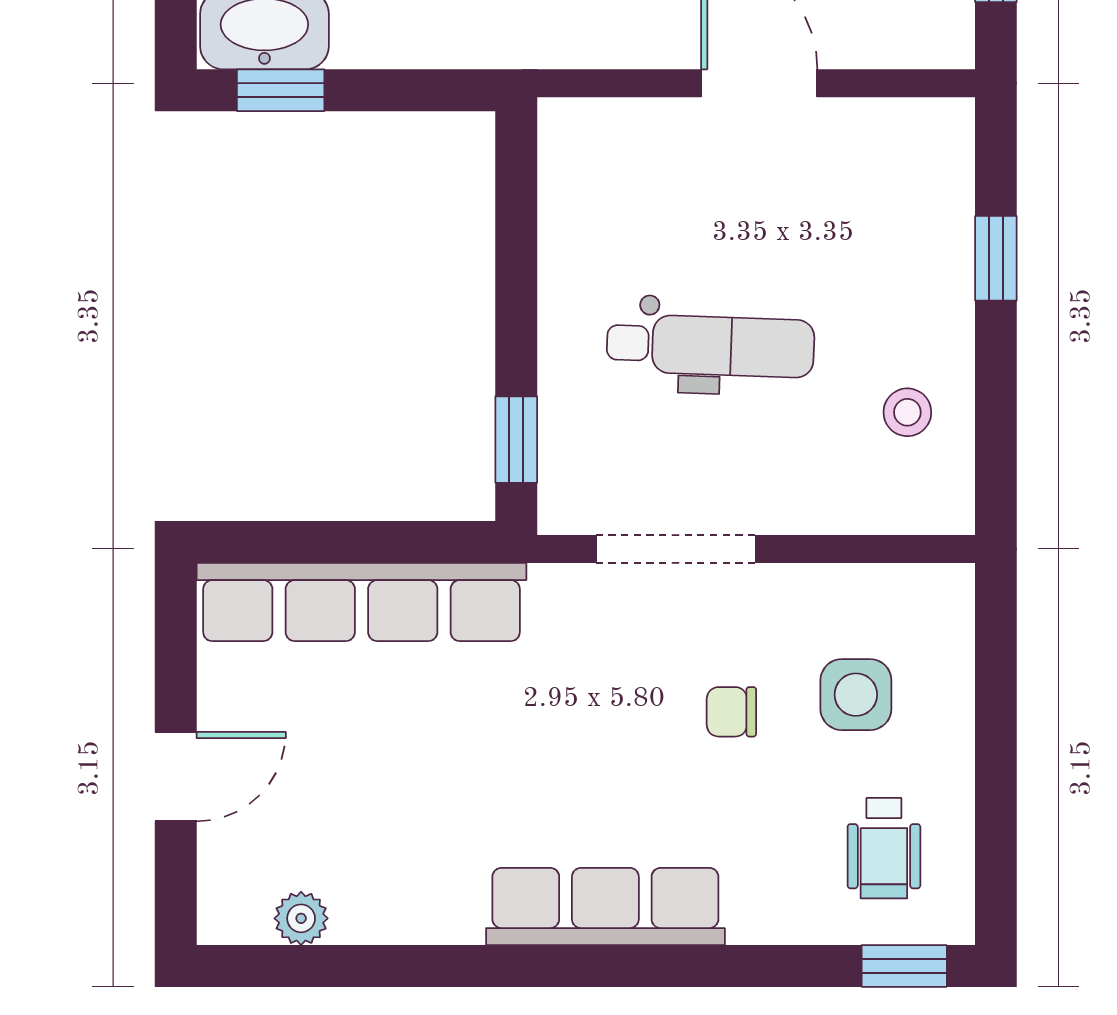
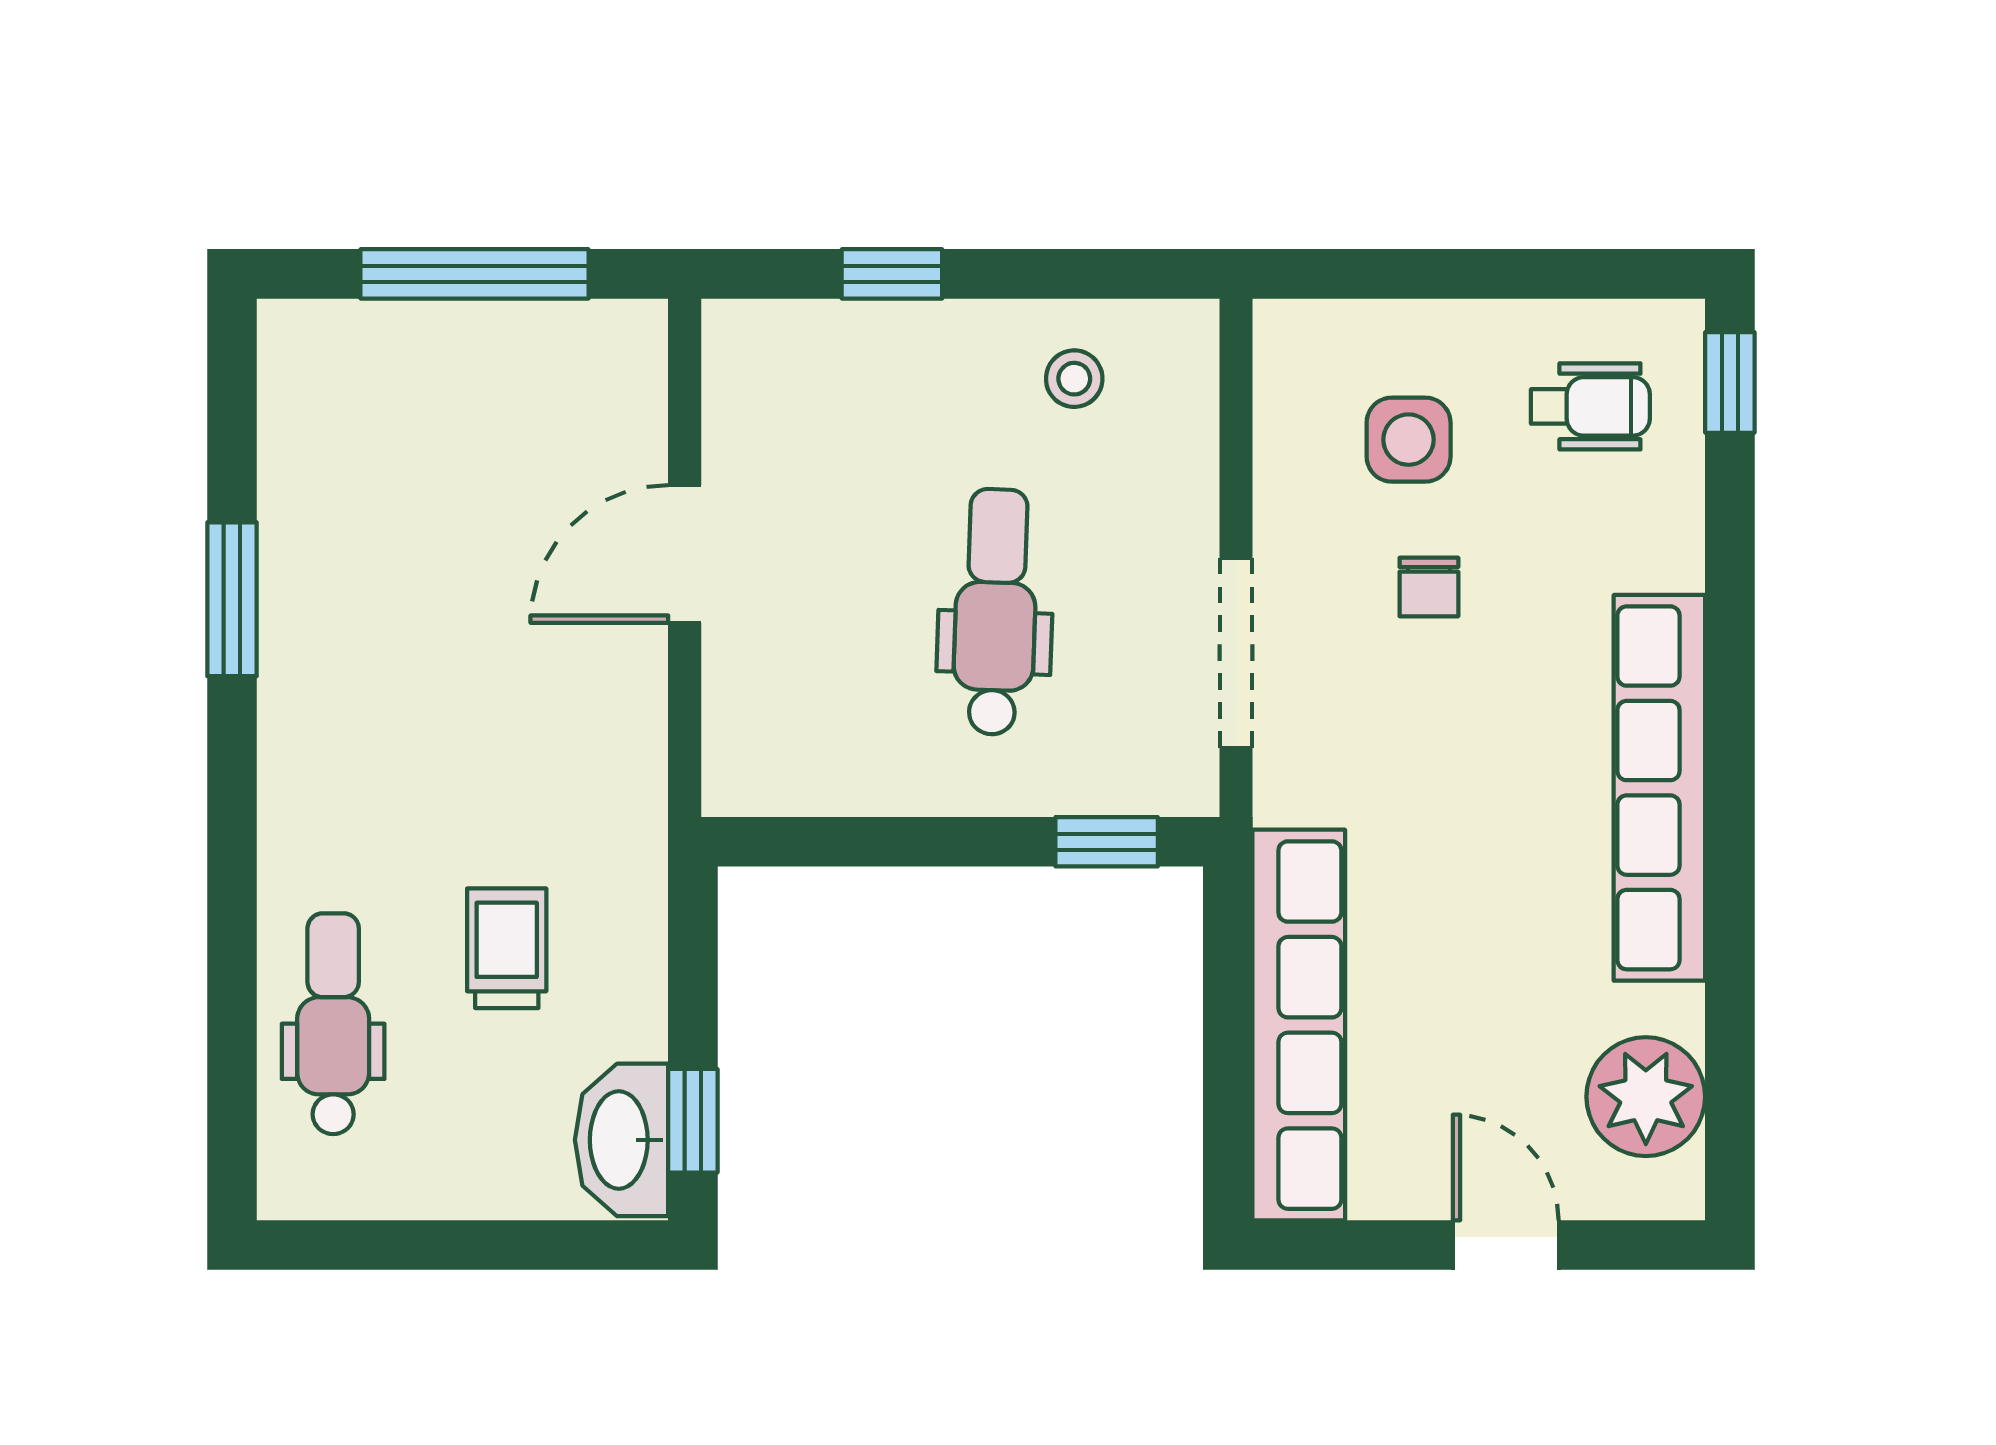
row of seats: (605, 906) -> (1659, 788), width x1.36
plant: (301, 918) -> (1646, 1097), width x1.87, depth x1.87

